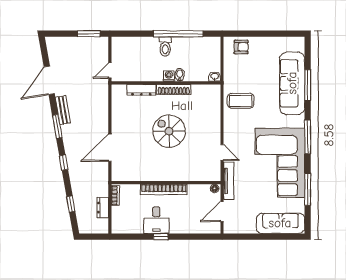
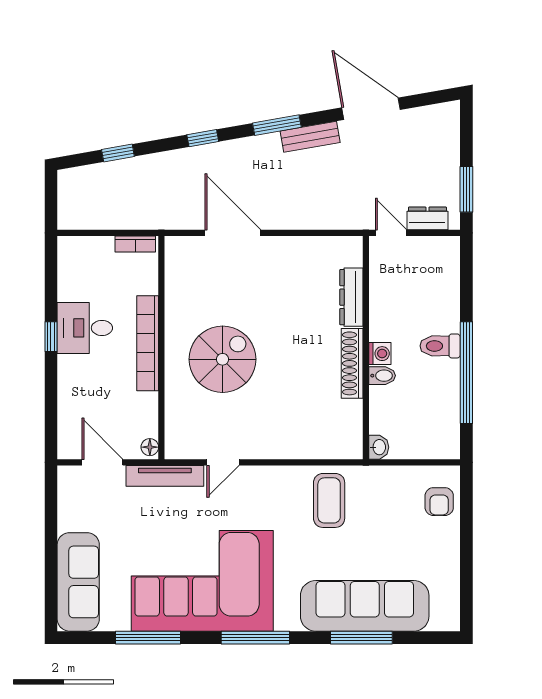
spiral stairs: (169, 131) -> (223, 359), moved
dresser: (103, 208) -> (427, 218), moved

